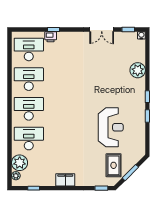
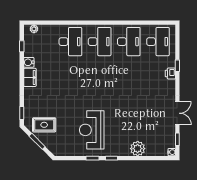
double door: (102, 30) -> (177, 113), swing flipped
printer: (51, 37) -> (170, 74), moved
reception desk: (111, 127) -> (92, 130), moved, turned 90
plant: (20, 163) -> (47, 32), removed
water cooler: (50, 181) -> (29, 62), added

